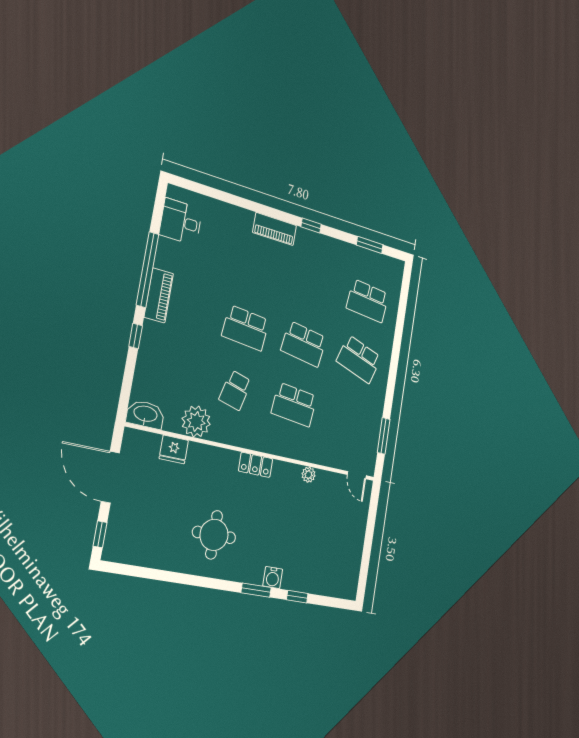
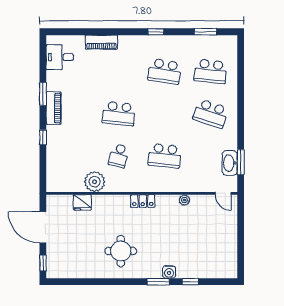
piano: (275, 229) -> (101, 42), moved
window: (148, 270) -> (43, 94), width x0.47
school desk: (304, 344) -> (165, 71), moved
washbasin: (145, 414) -> (230, 163), moved, turned -90

